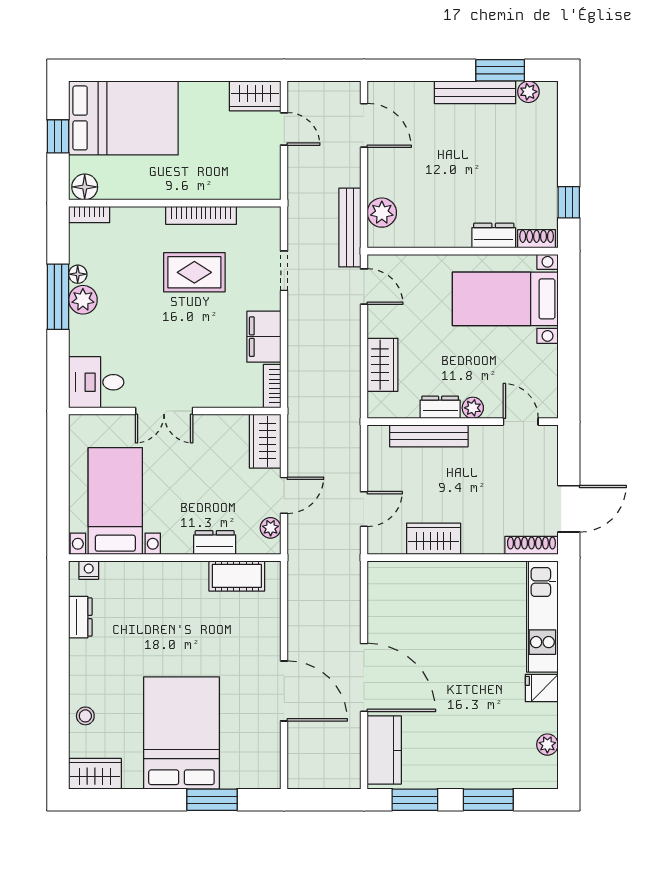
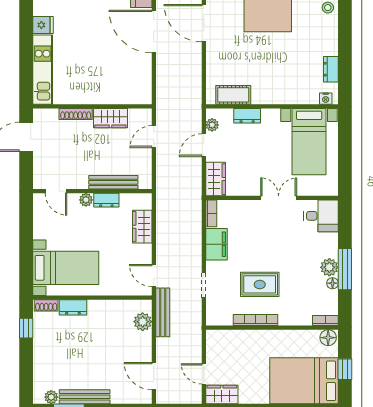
shoe rack: (531, 545) -> (76, 114), moved

